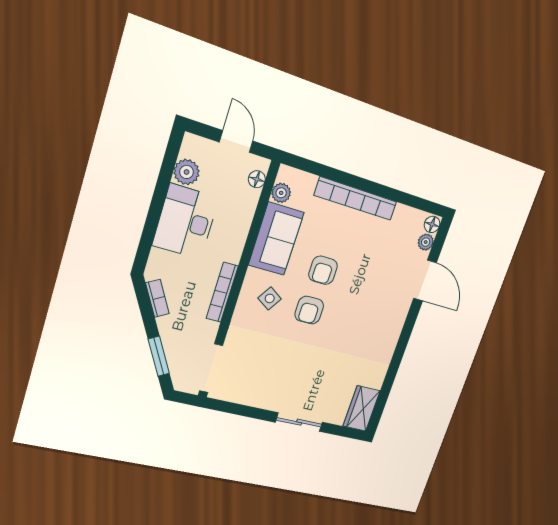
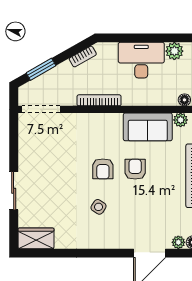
armchair: (323, 270) -> (135, 169), turned 90
side table: (270, 298) -> (99, 207), moved
armchair: (309, 310) -> (103, 169), turned -90

